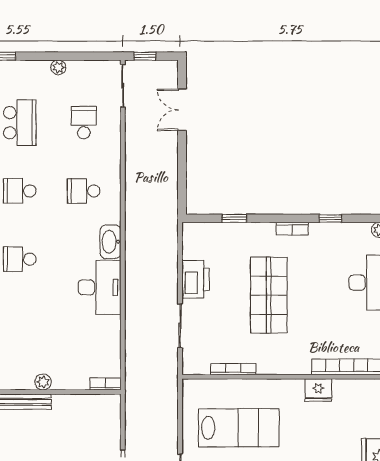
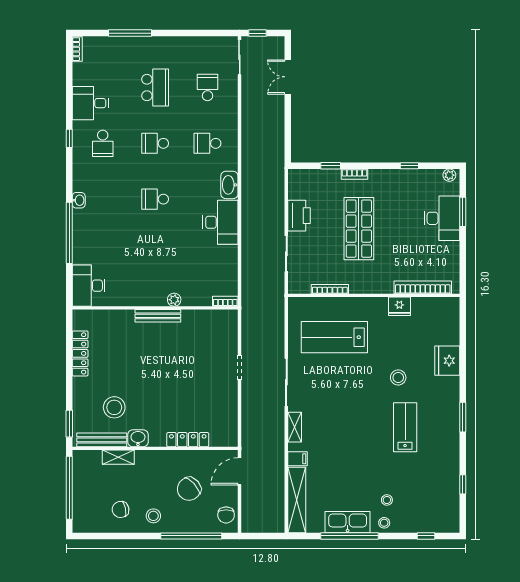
plant: (58, 67) -> (187, 42), removed
bookcase: (292, 229) -> (355, 174), moved
lab bench: (239, 428) -> (334, 337), turned 180

